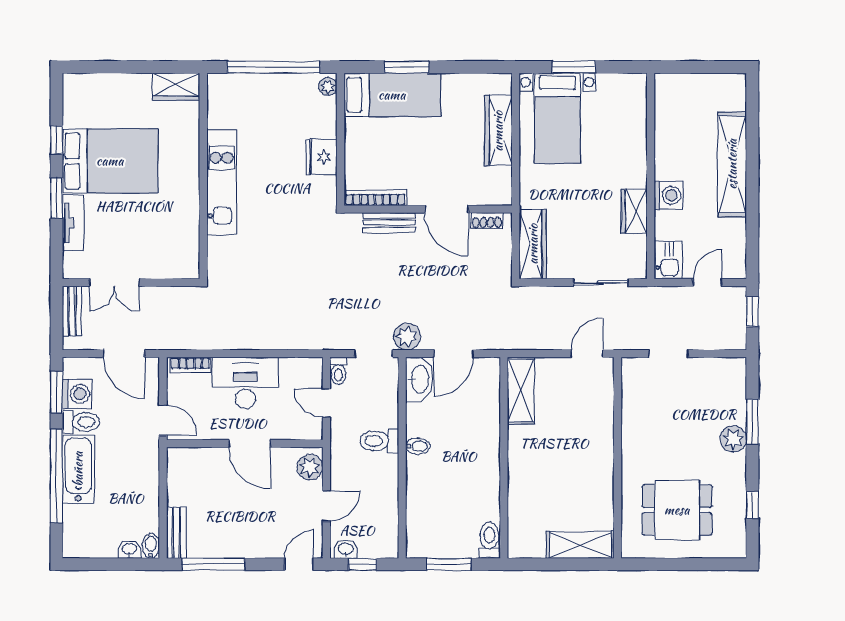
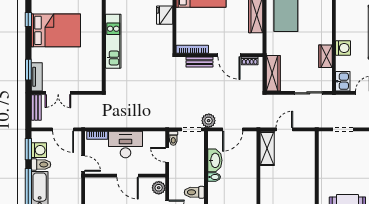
fridge: (322, 157) -> (165, 15), moved
window: (56, 198) -> (28, 70), moved
tv unit: (73, 223) -> (37, 77), moved
door: (587, 354) -> (284, 129), moved
washbasin: (419, 379) -> (215, 160), moved
toilet: (379, 441) -> (194, 192), moved

